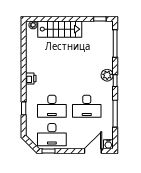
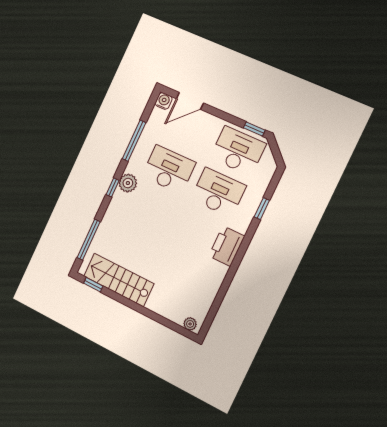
stairs: (60, 29) -> (119, 280), moved
plant: (107, 75) -> (128, 183), moved
printer: (31, 78) -> (227, 246), width x1.87, depth x1.48

